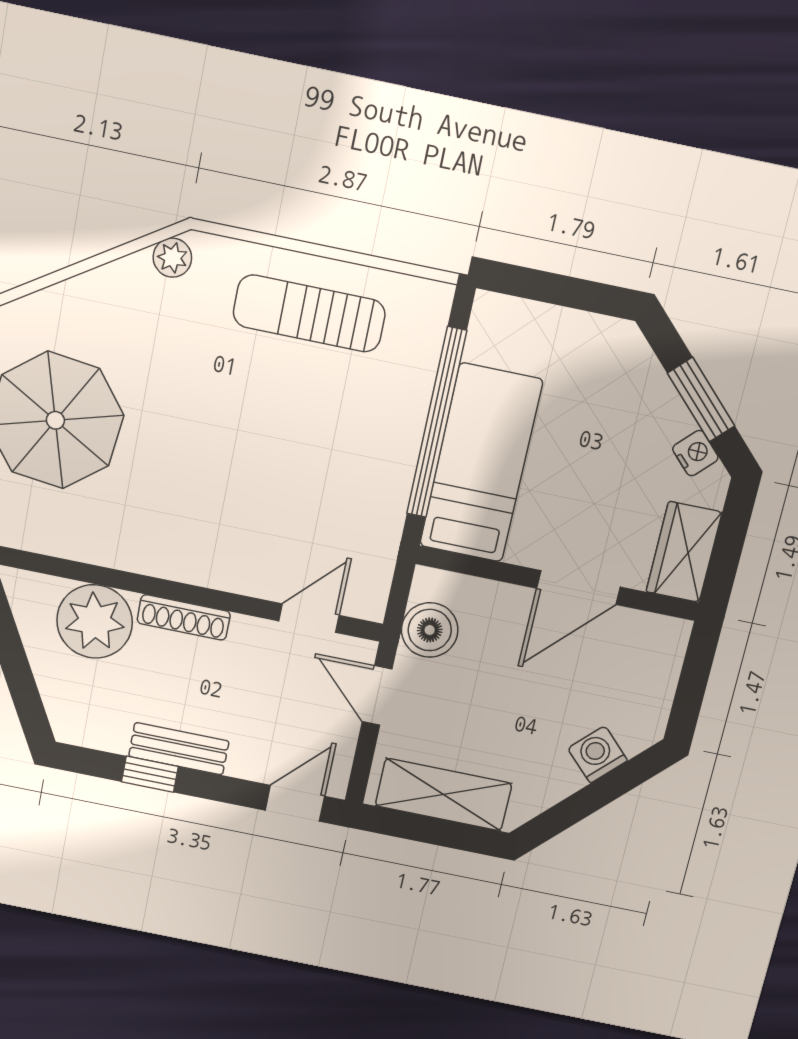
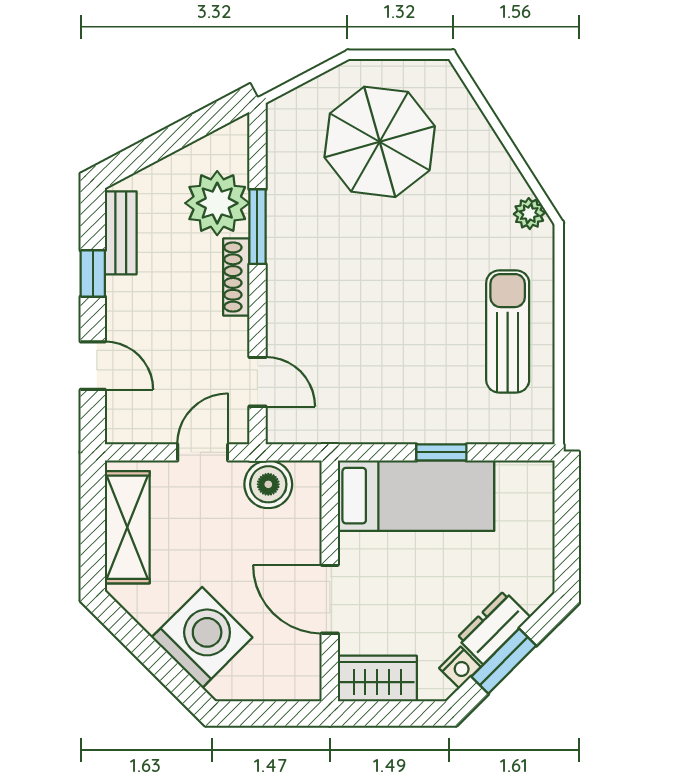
dresser: (658, 403) -> (494, 628), added
window: (437, 423) -> (441, 452), width x0.32
window: (130, 582) -> (257, 227), added
bench: (179, 749) -> (121, 233), moved
washing machine: (598, 755) -> (202, 637), width x1.89, depth x1.89
door: (295, 803) -> (93, 366), moved

